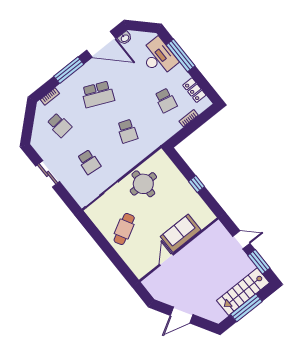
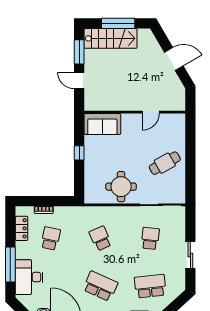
school desk: (59, 125) -> (150, 286), width x1.85
school desk: (127, 131) -> (100, 238), turned -45
sofa: (181, 233) -> (102, 124), moved

